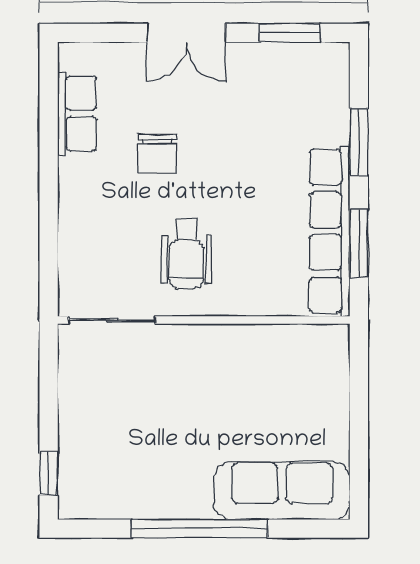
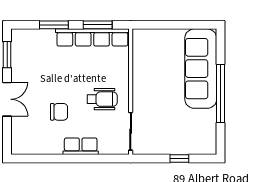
row of seats: (77, 113) -> (81, 146), moved
window: (49, 473) -> (179, 158), moved
sofa: (282, 491) -> (201, 69), width x1.36, depth x1.27

